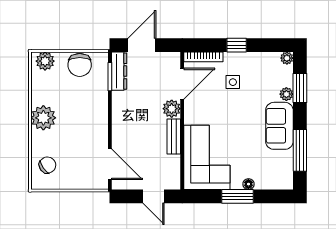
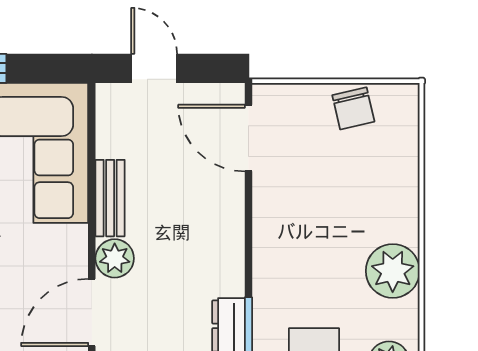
plant: (43, 118) -> (393, 271), moved
chair: (47, 165) -> (353, 108), moved, turned -69

